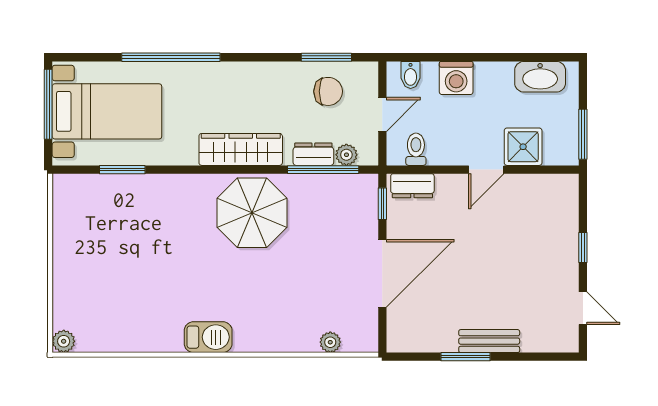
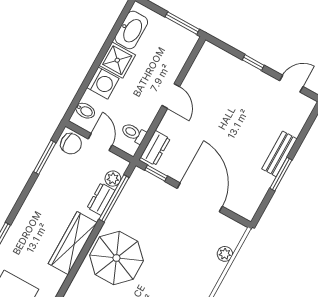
chair: (328, 91) -> (71, 144), moved, turned 90
shower: (523, 147) -> (117, 60), moved

